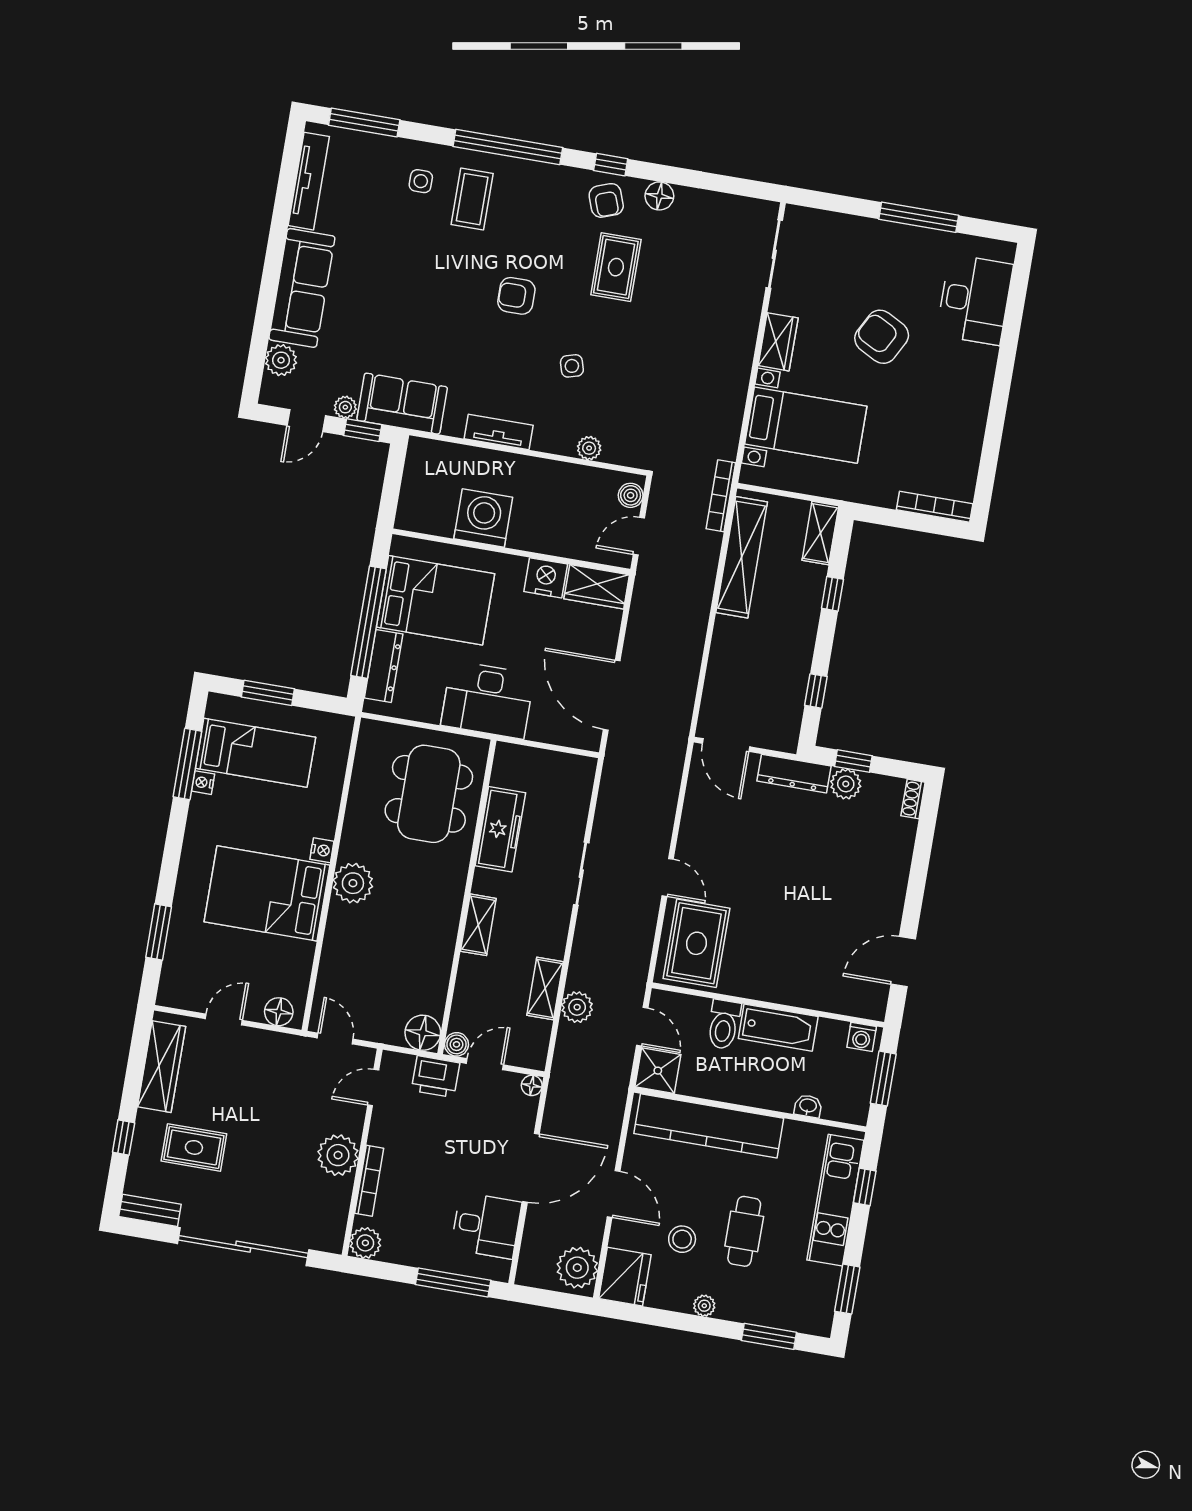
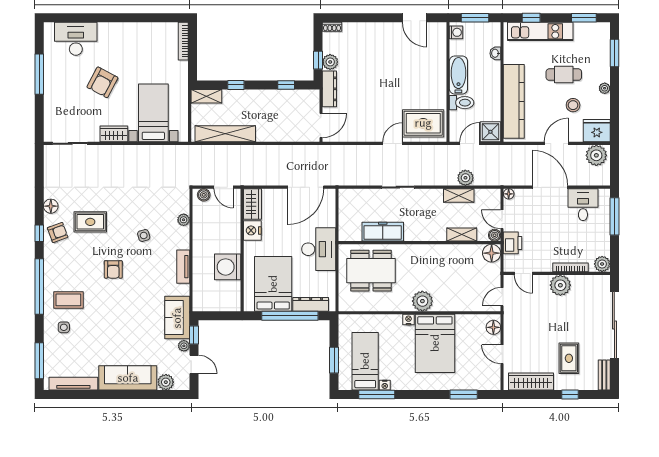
bookcase: (721, 496) -> (196, 149), removed
shelving: (478, 925) -> (462, 235), moved

